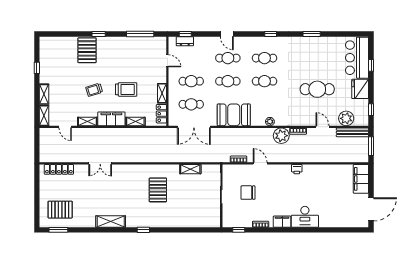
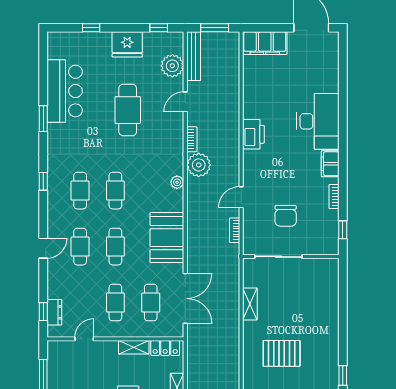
bar counter: (357, 58) -> (65, 91), moved, turned -90
printer: (297, 169) -> (253, 134), width x1.87, depth x1.48
desk: (305, 217) -> (318, 121), width x1.36, depth x1.30

